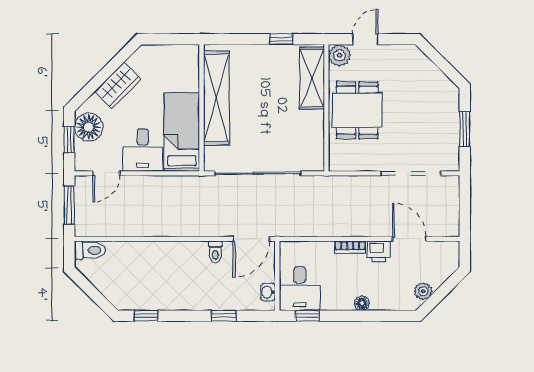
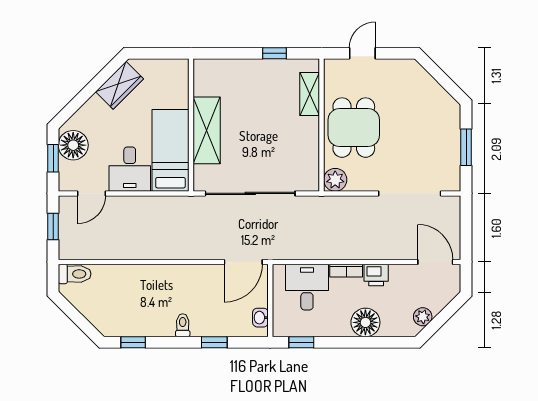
plant: (339, 55) -> (335, 180), moved
shelving: (312, 78) -> (310, 94), width x0.67, depth x0.75
wardrobe: (118, 85) -> (120, 85), moved
shelving: (216, 98) -> (207, 130), width x0.68
window: (69, 205) -> (53, 226), width x0.67
door: (409, 239) -> (435, 262), moved
toilet: (215, 252) -> (183, 325), moved, turned 180
desk: (300, 289) -> (307, 287), moved, turned 180
floor lamp: (362, 303) -> (365, 322), width x1.89, depth x1.89

